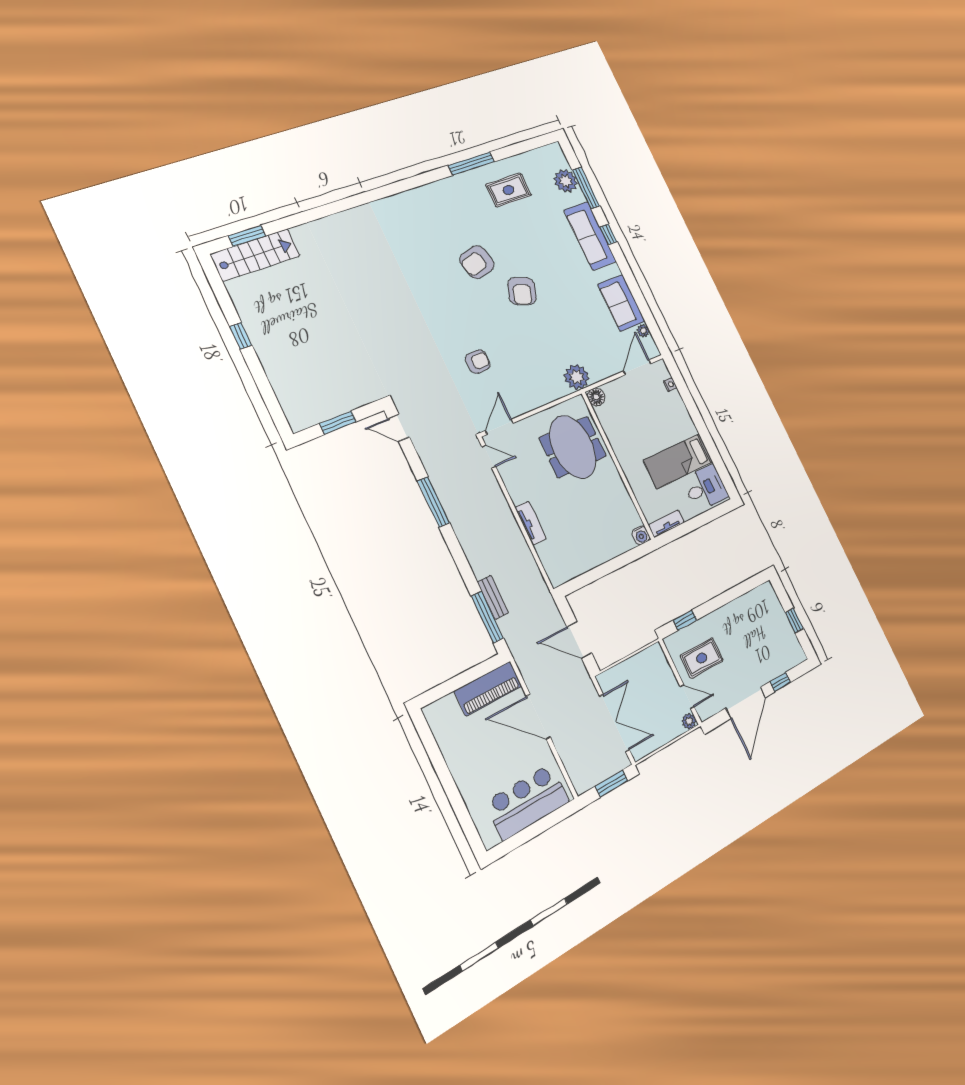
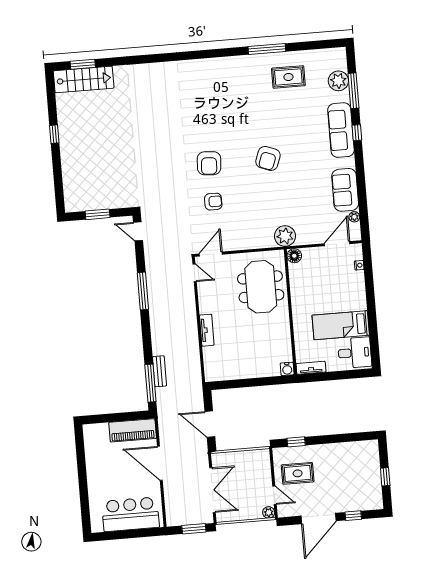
armchair: (477, 262) -> (209, 163), moved, turned -72

